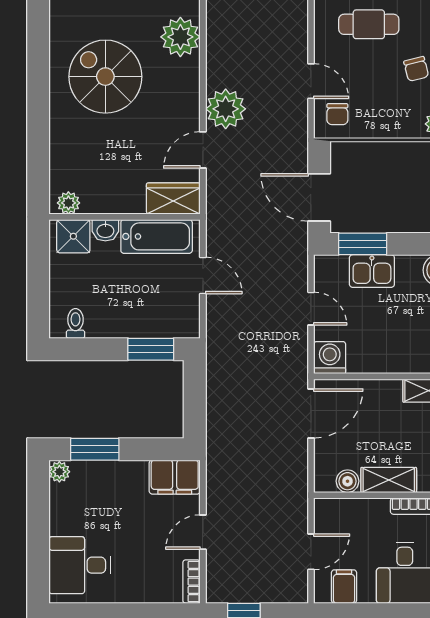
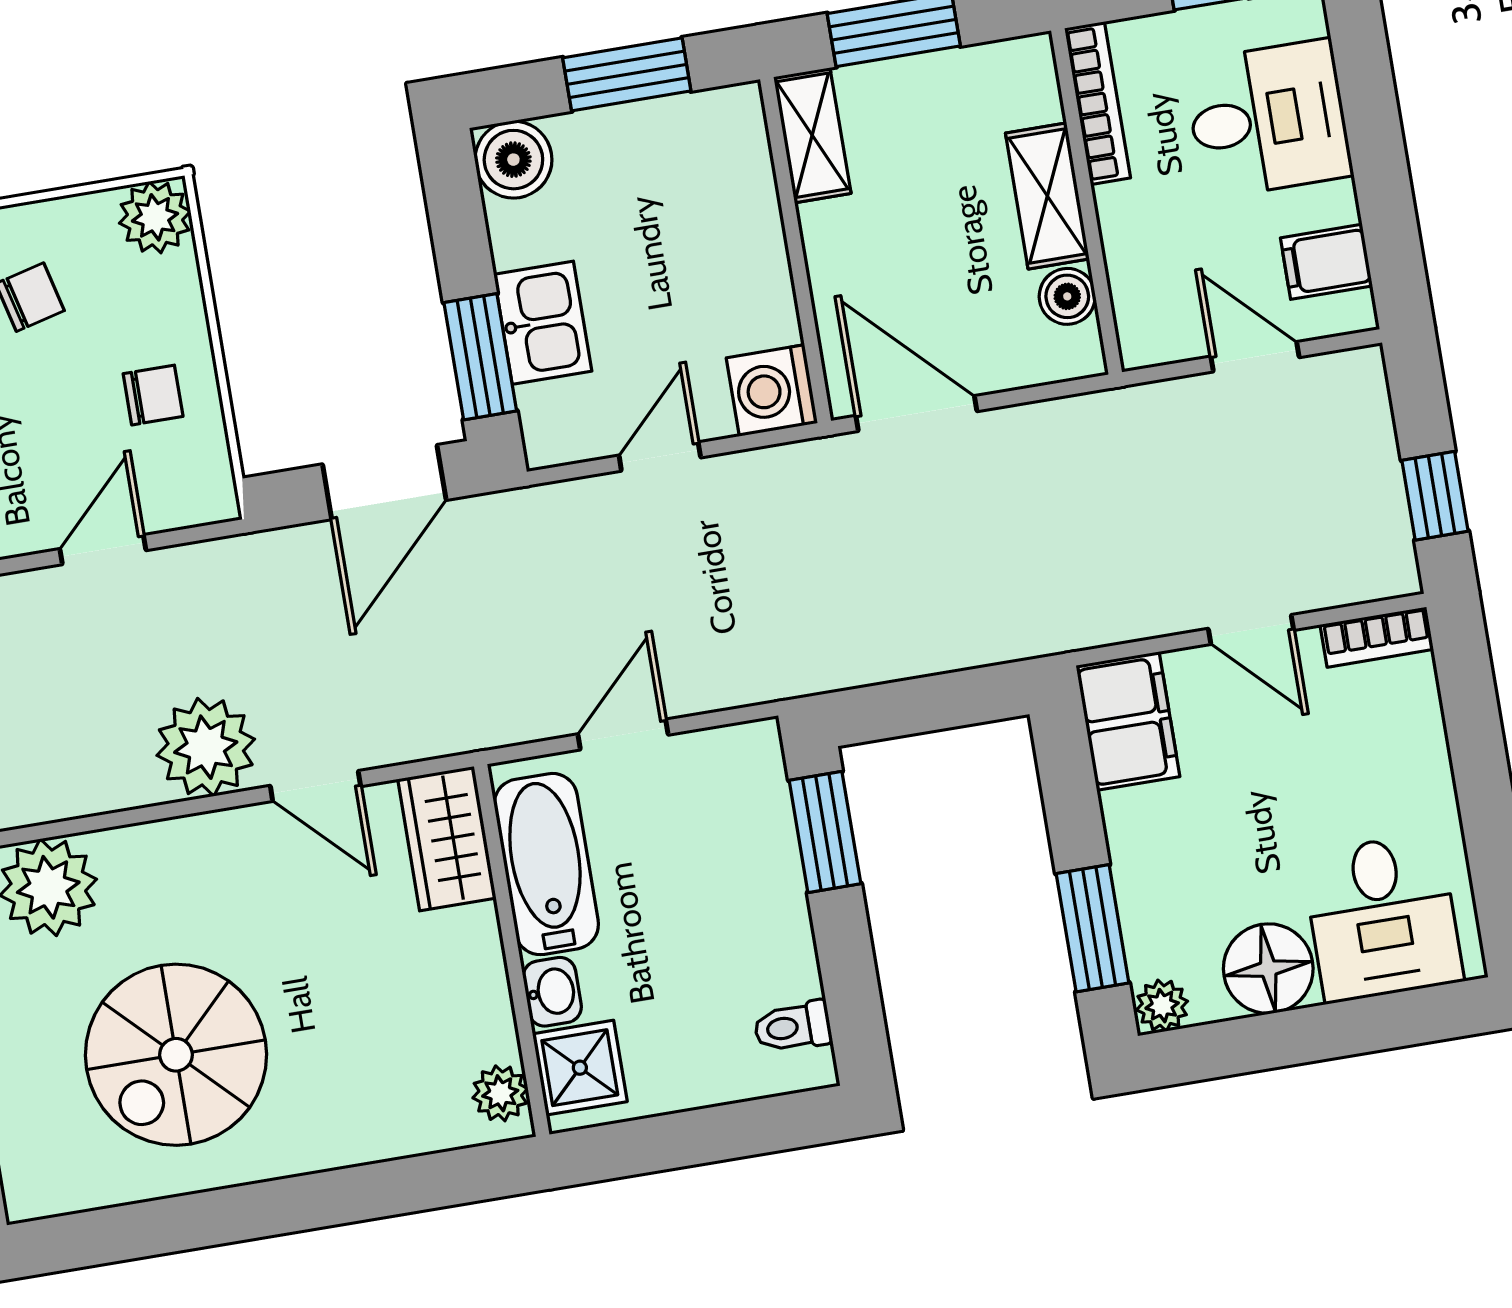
chair: (337, 114) -> (153, 395), moved
floor lamp: (67, 516) -> (1268, 969), added

